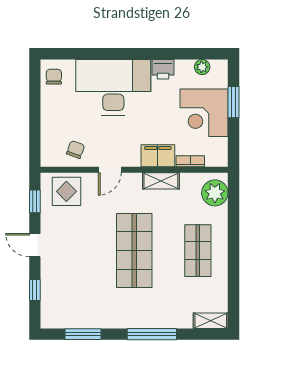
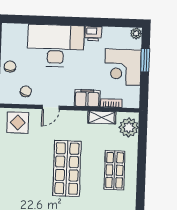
plant: (202, 67) -> (136, 33), moved
chair: (54, 77) -> (10, 66), moved
shelving: (161, 181) -> (102, 117), moved

